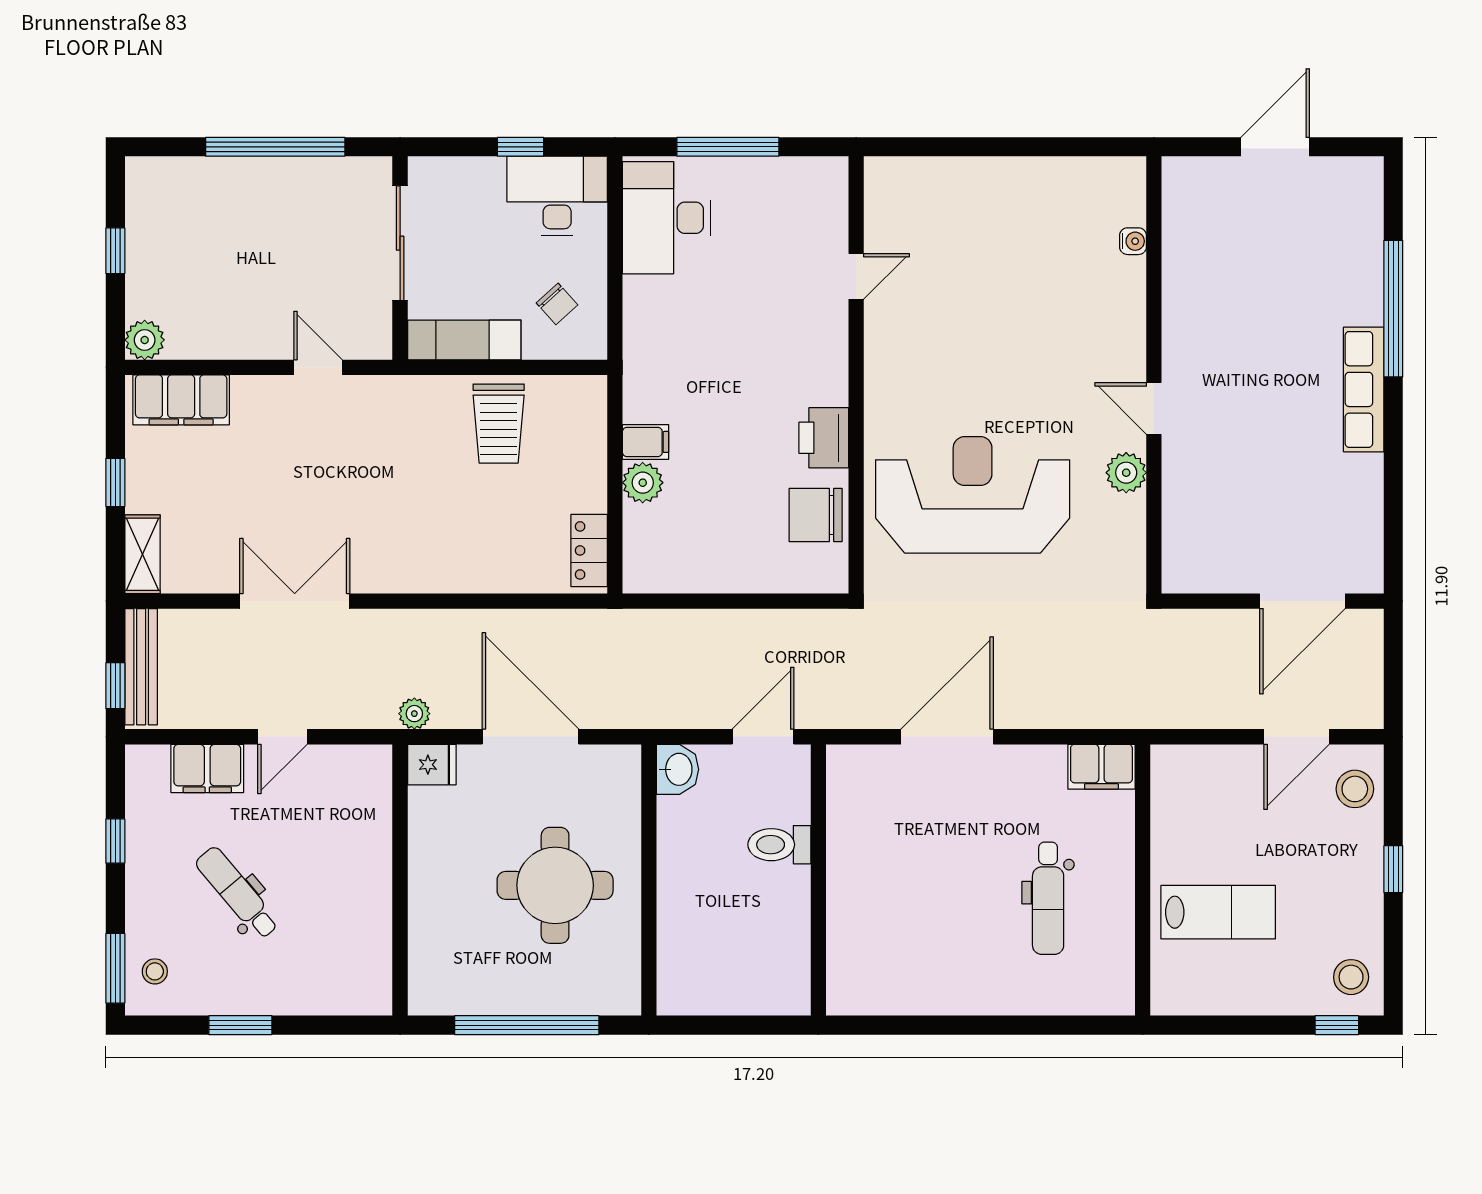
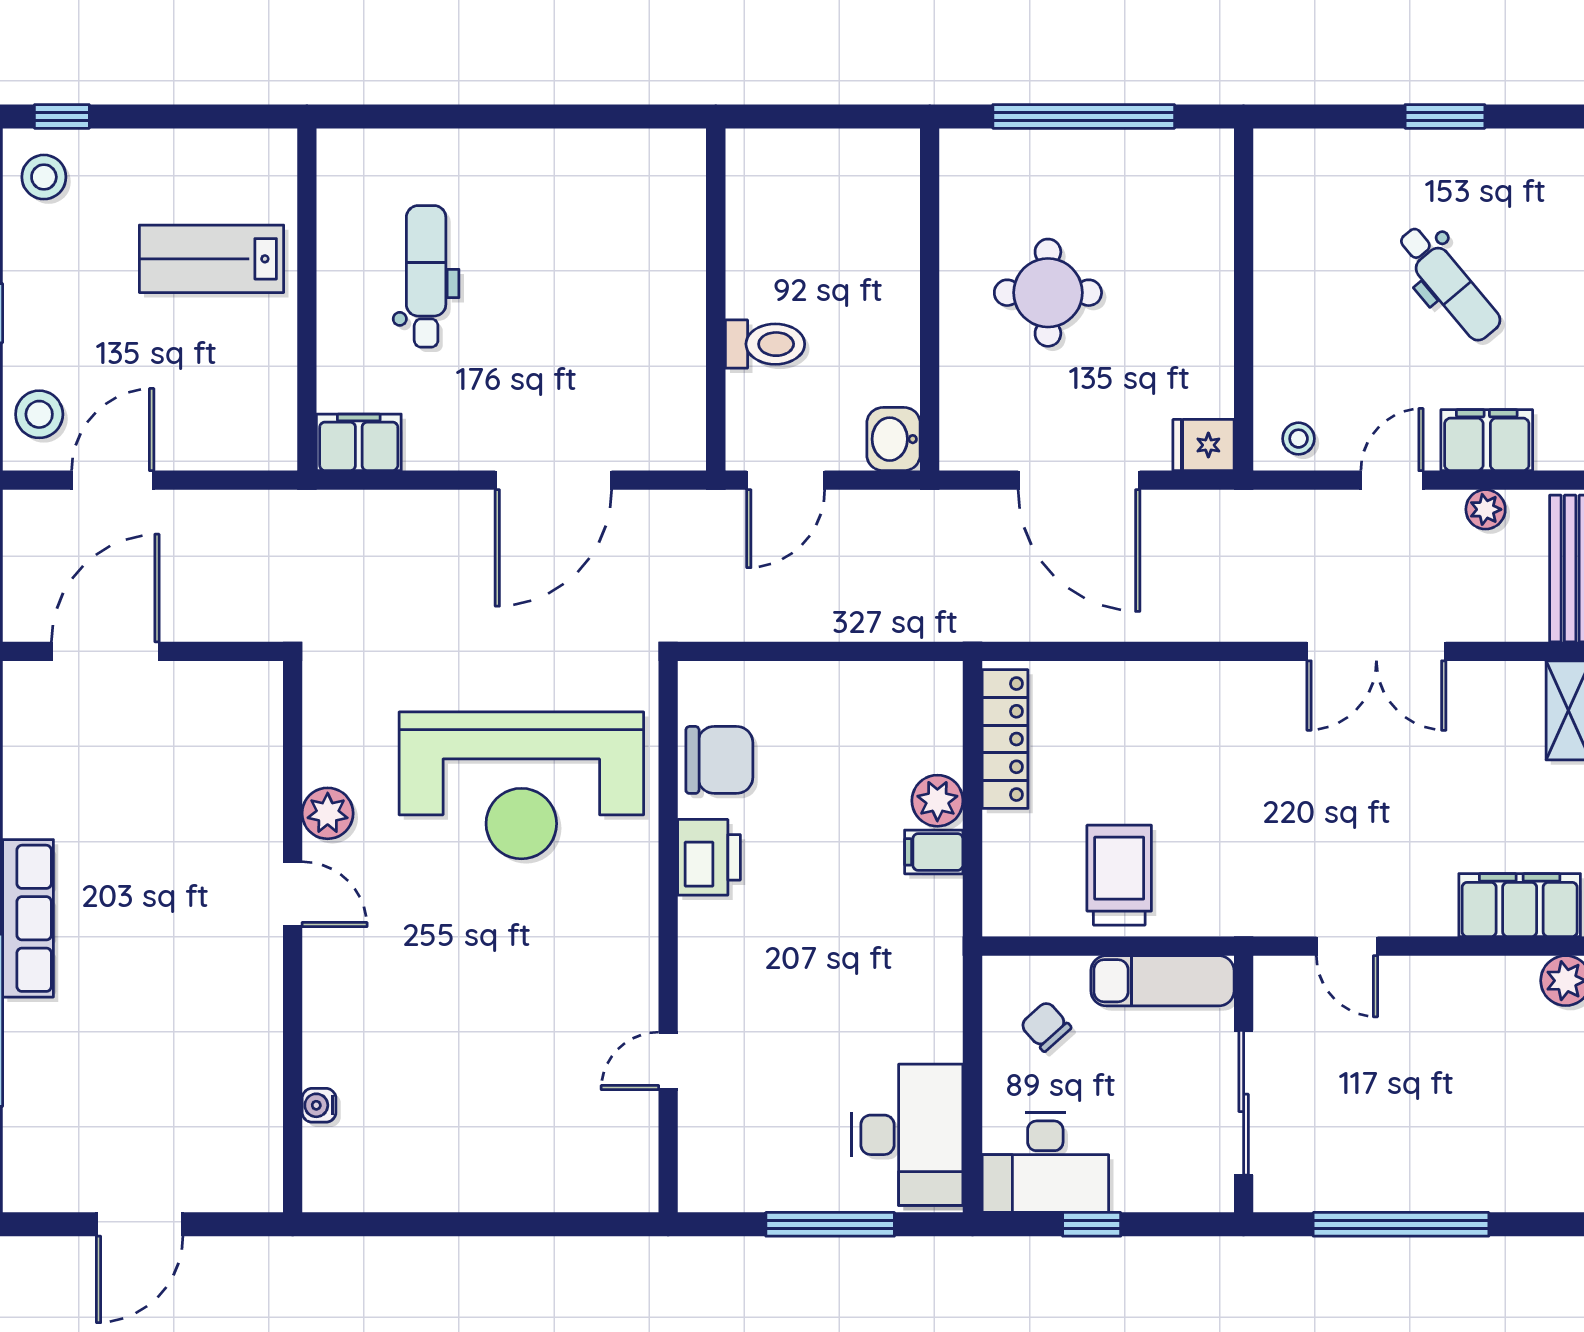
locker: (589, 550) -> (1005, 739), width x1.53
plant: (414, 714) -> (1486, 509), moved
round table: (555, 885) -> (1048, 293), width x0.73, depth x0.73
stool: (155, 971) -> (1299, 439), moved

